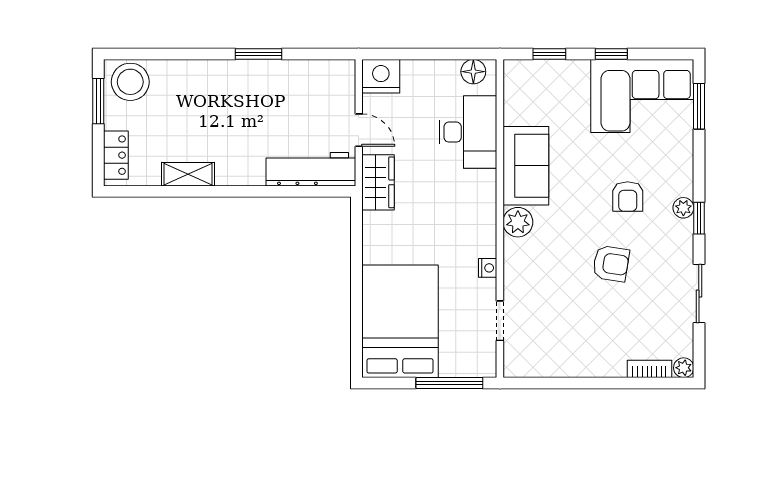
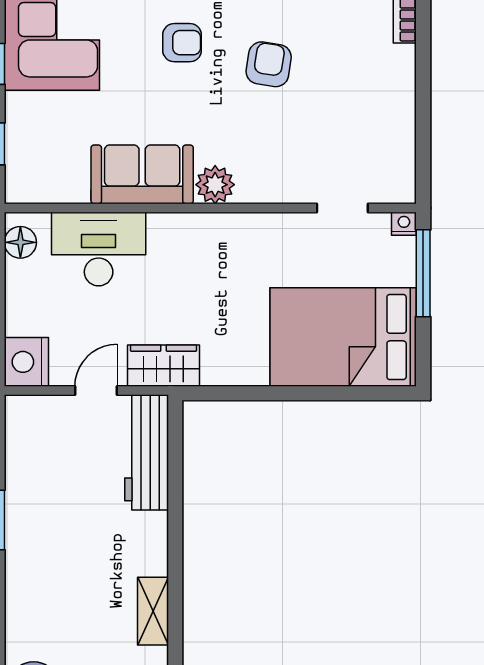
nightstand: (488, 268) -> (404, 224), moved

